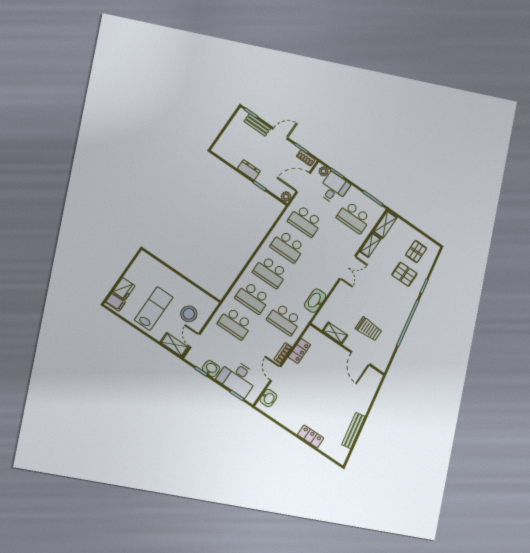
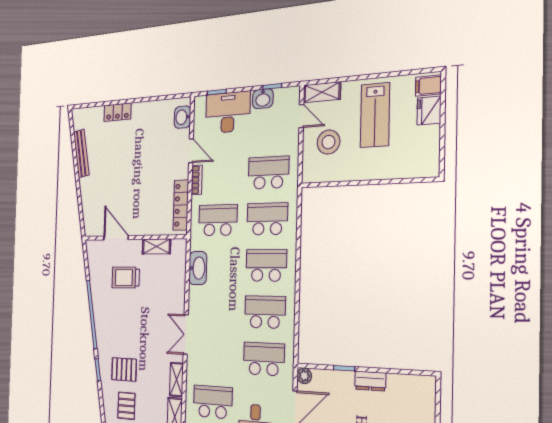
locker: (299, 351) -> (181, 205), width x1.53

